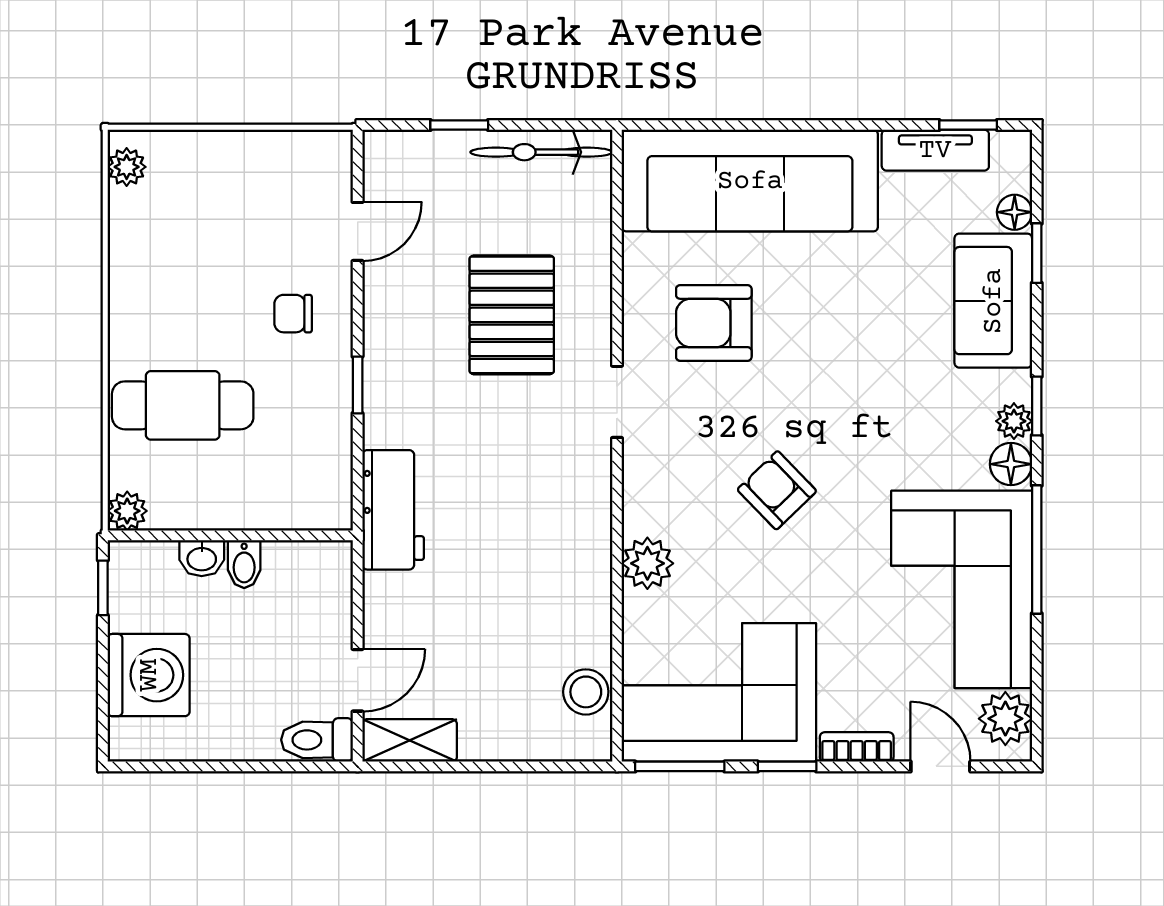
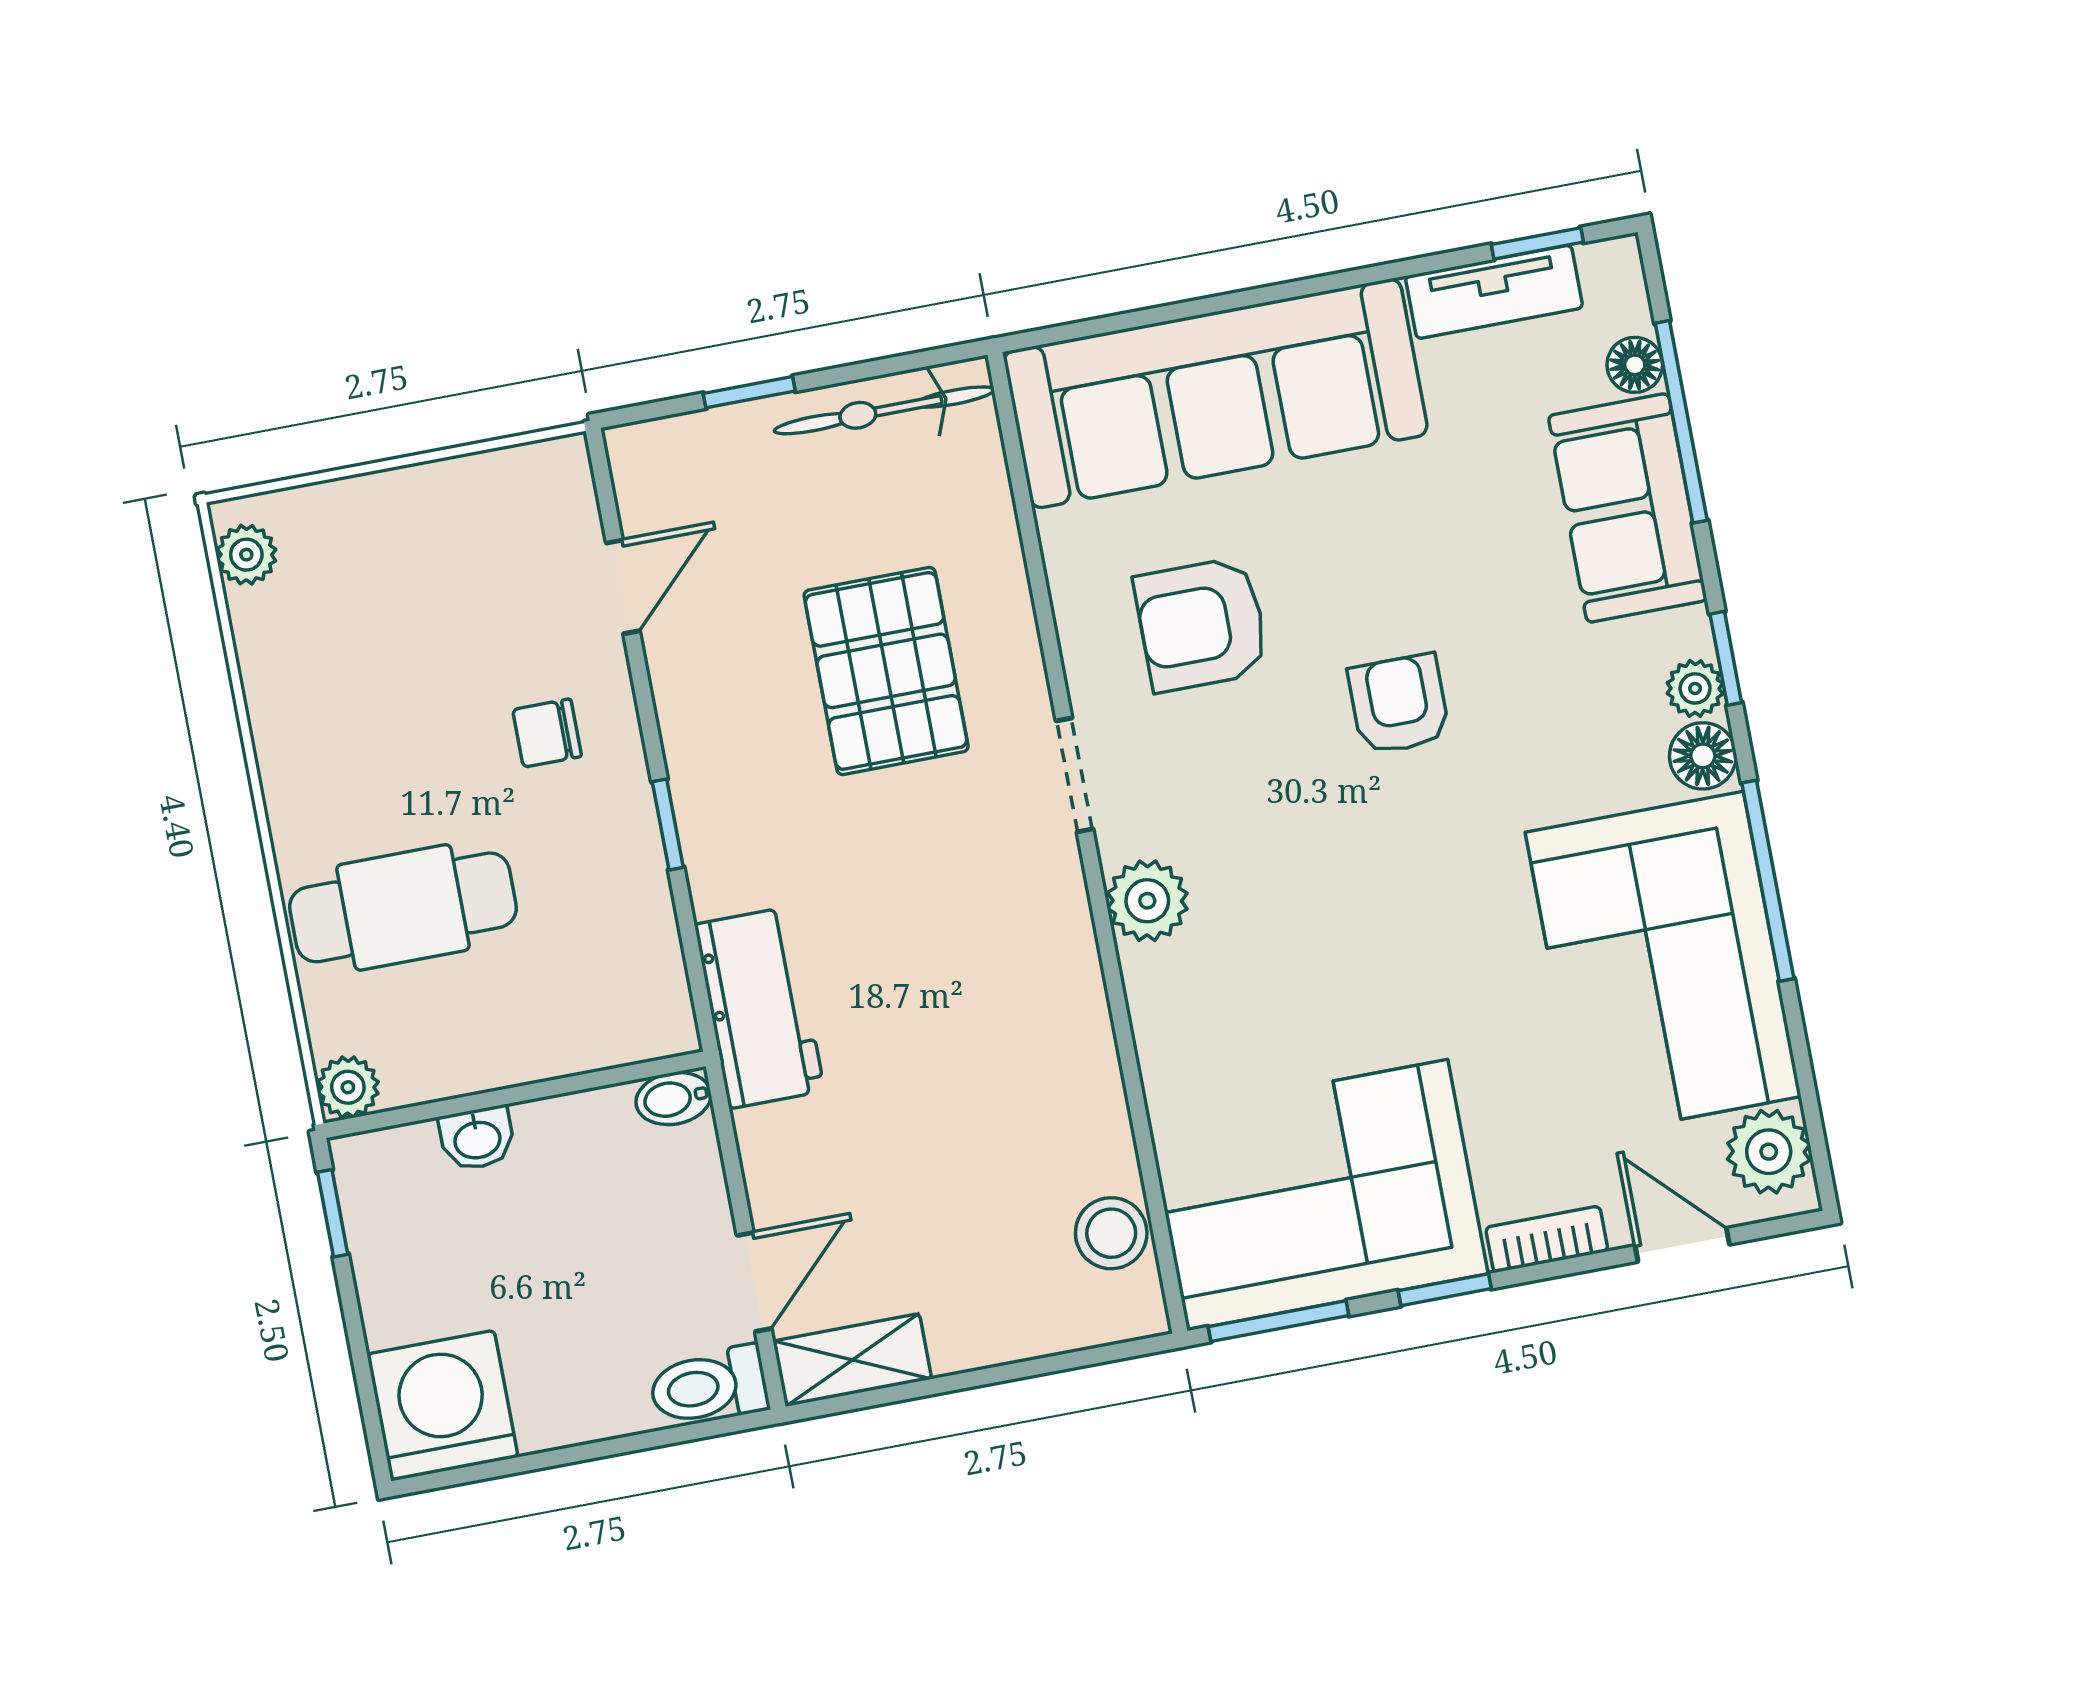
window: (1037, 253) -> (1681, 422), width x2.17
armchair: (777, 490) -> (1399, 704), moved, turned 44
plant: (647, 563) -> (1147, 901), moved
bidet: (244, 564) -> (673, 1099), moved, turned 90
washing machine: (149, 675) -> (443, 1406), moved, turned -90

